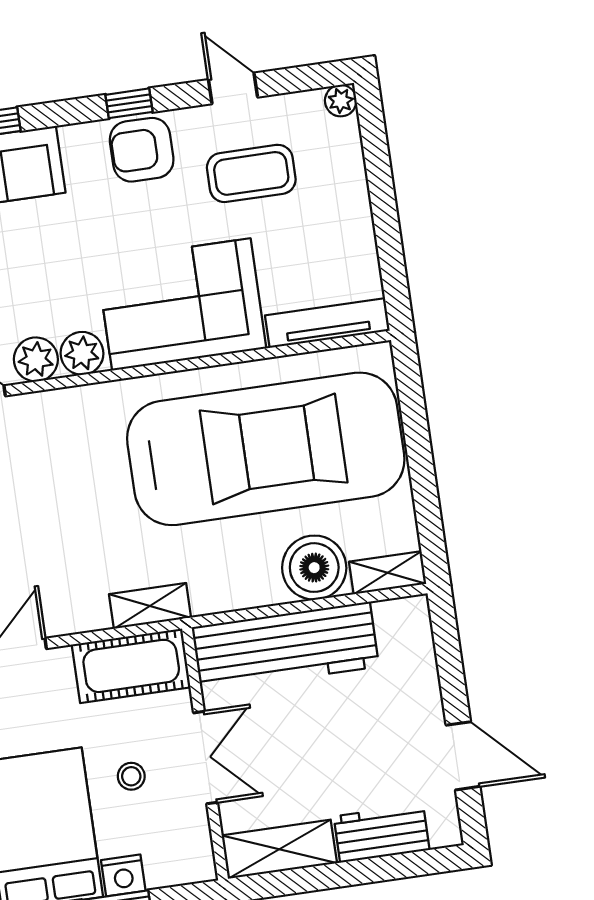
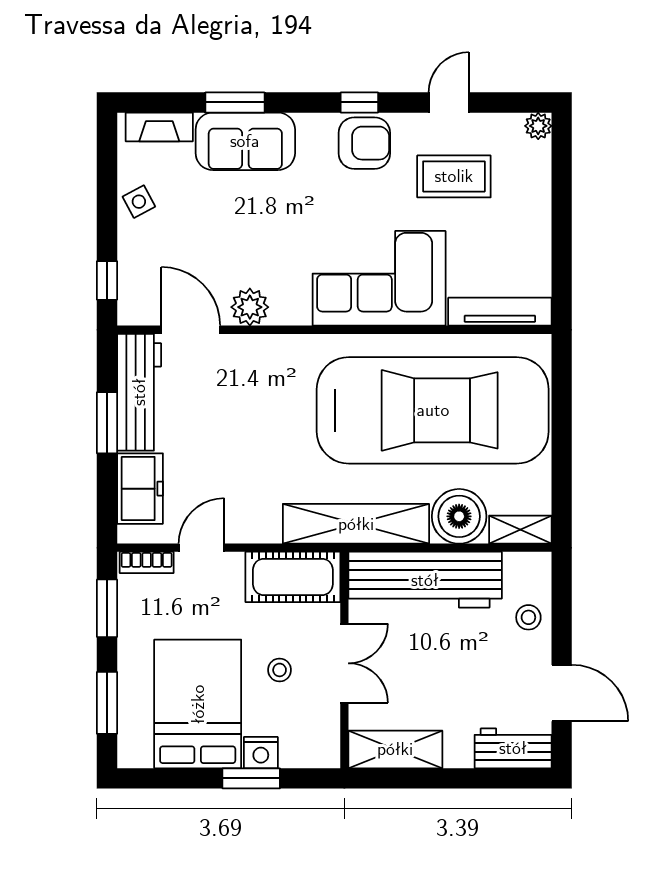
door: (233, 88) -> (449, 102), hinge flipped
armchair: (142, 150) -> (364, 143), turned 180
plant: (82, 353) -> (289, 308), removed
shelving: (150, 606) -> (356, 524), width x2.20, depth x1.33
stool: (412, 673) -> (528, 617), added
workbench: (382, 833) -> (513, 748), moved

